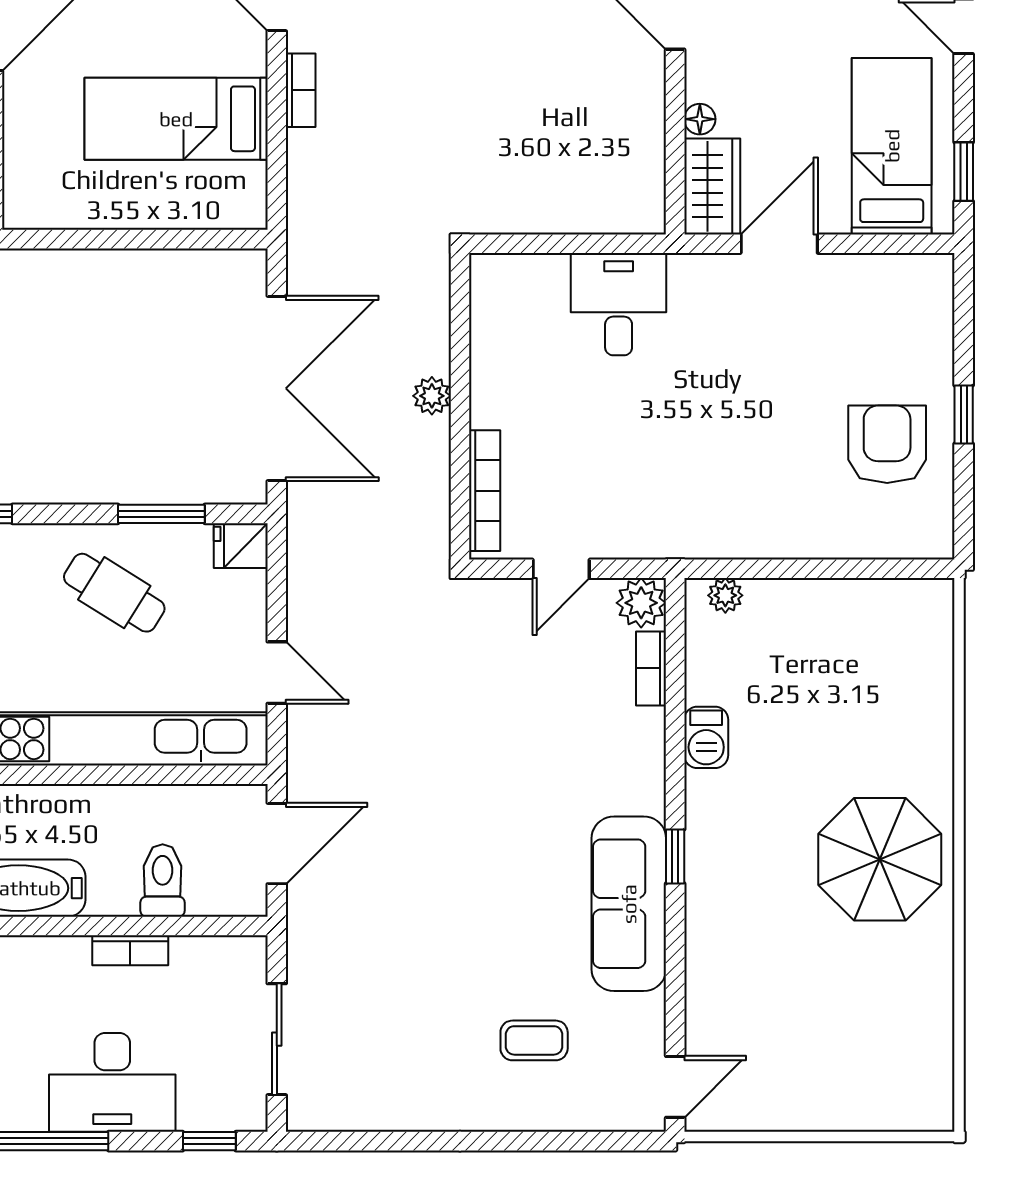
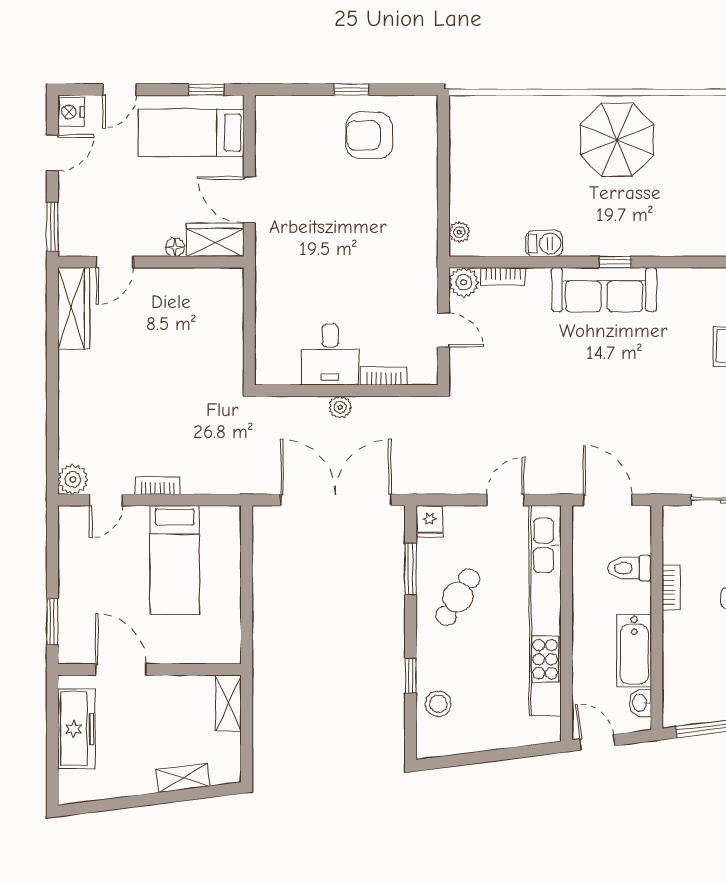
desk: (619, 304) -> (330, 354), moved, turned -90
bookcase: (485, 491) -> (384, 376), width x0.64
sofa: (629, 904) -> (604, 290), moved

